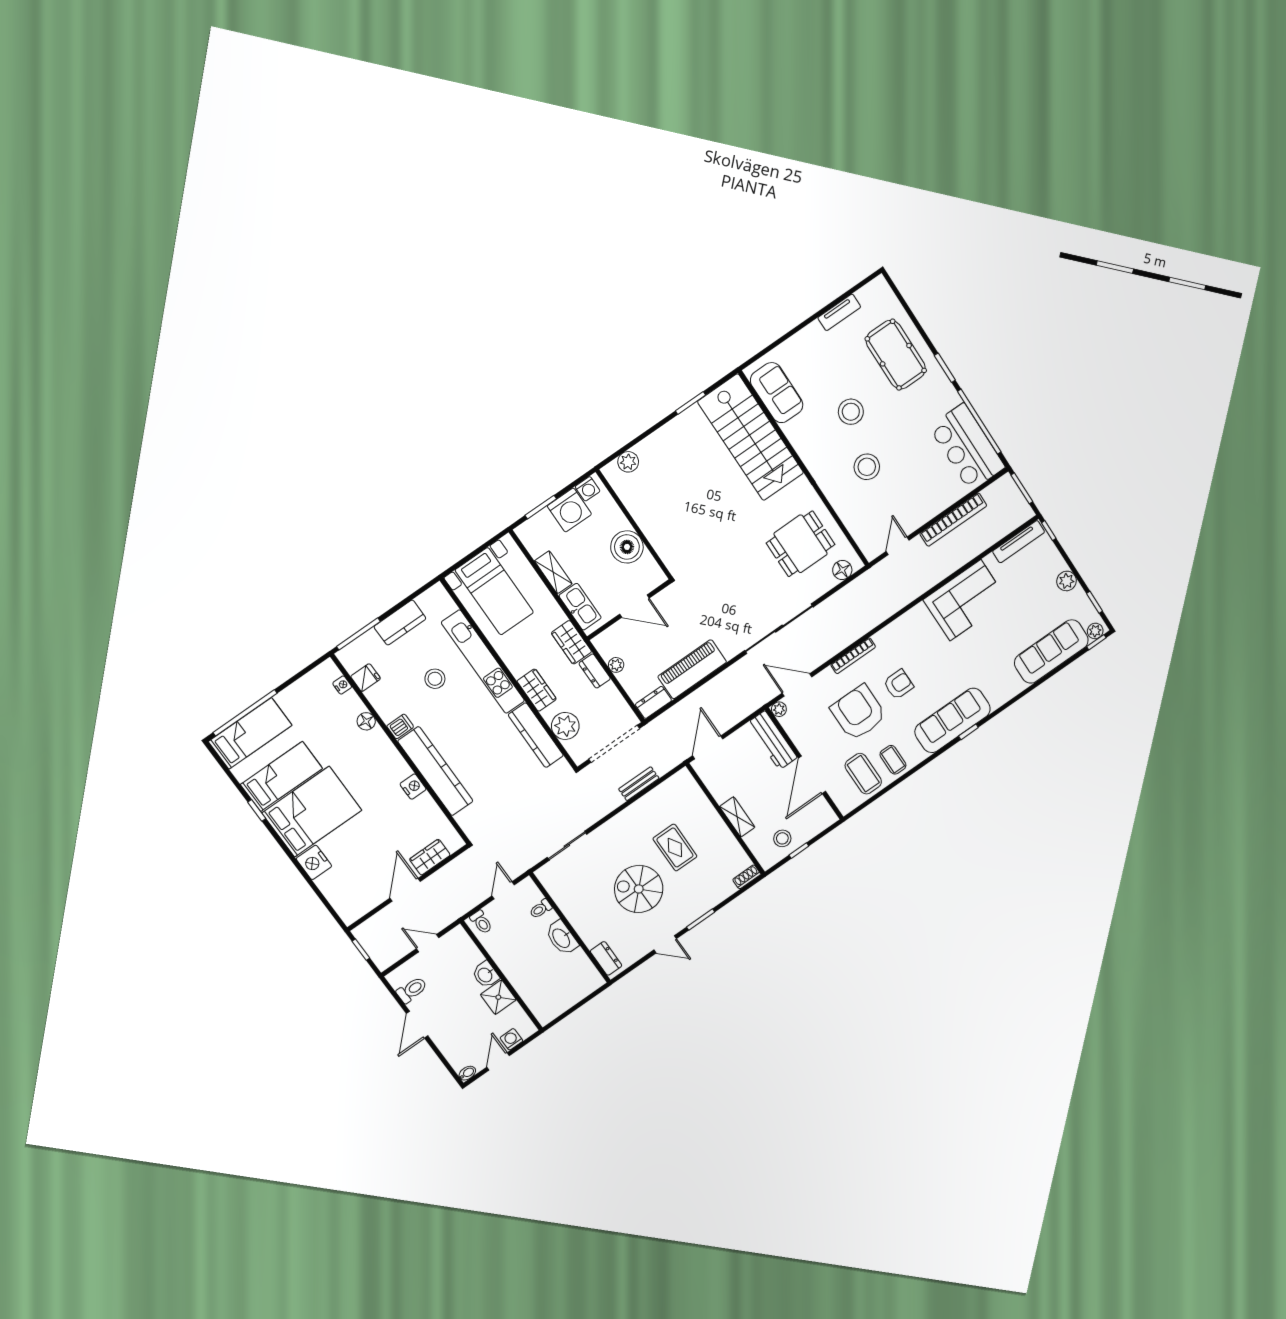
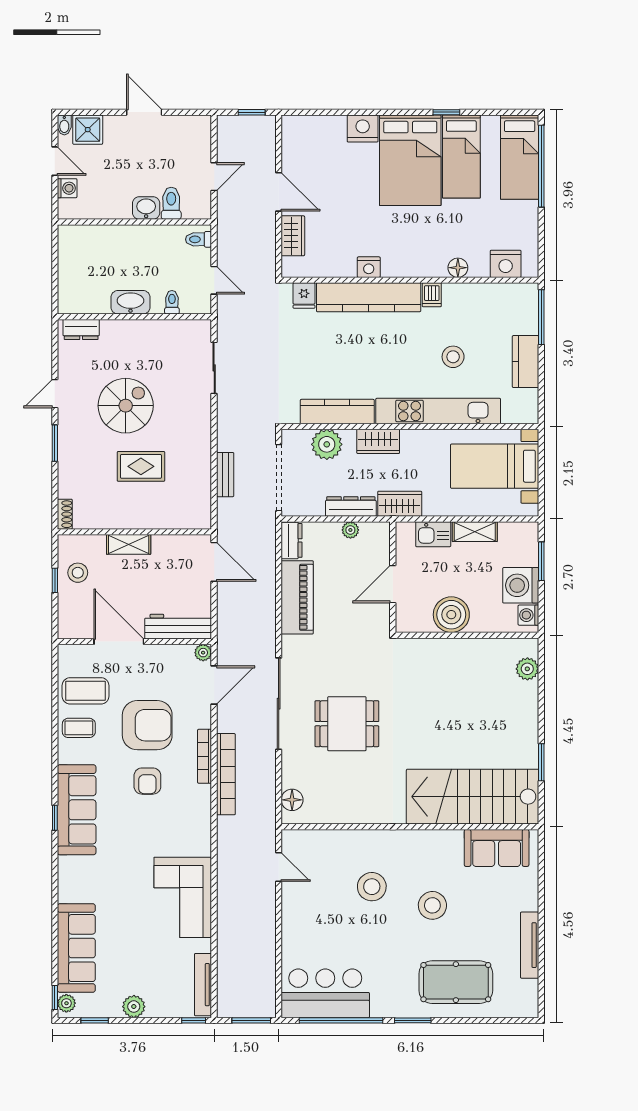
tv unit: (839, 312) -> (530, 945), width x1.41
bookcase: (953, 520) -> (226, 774), moved, turned 180
dining table: (801, 544) -> (347, 724), moved, turned 90
kitchen sink: (580, 607) -> (433, 534), width x0.73
dresser: (595, 671) -> (351, 507), width x1.44
fridge: (366, 678) -> (304, 296), moved
nightstand: (342, 685) -> (506, 264), width x1.89, depth x1.79
toilet: (412, 990) -> (171, 203), moved, turned 180
shower: (498, 997) -> (88, 130), moved

